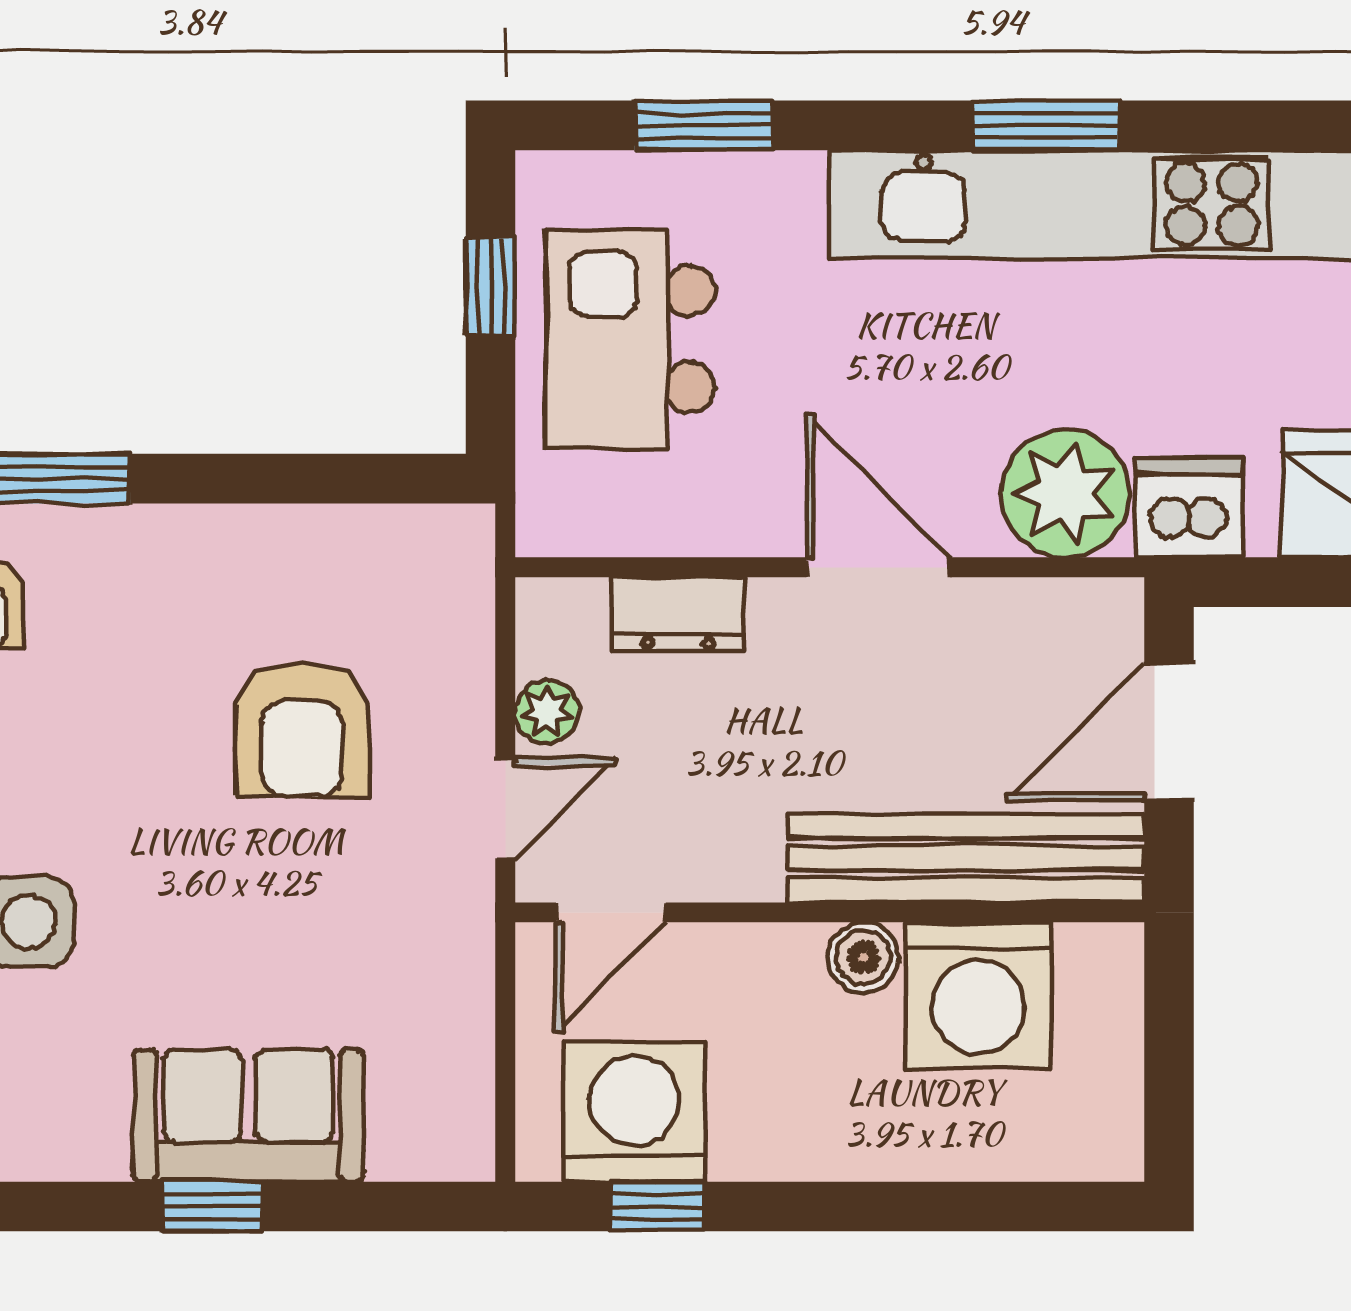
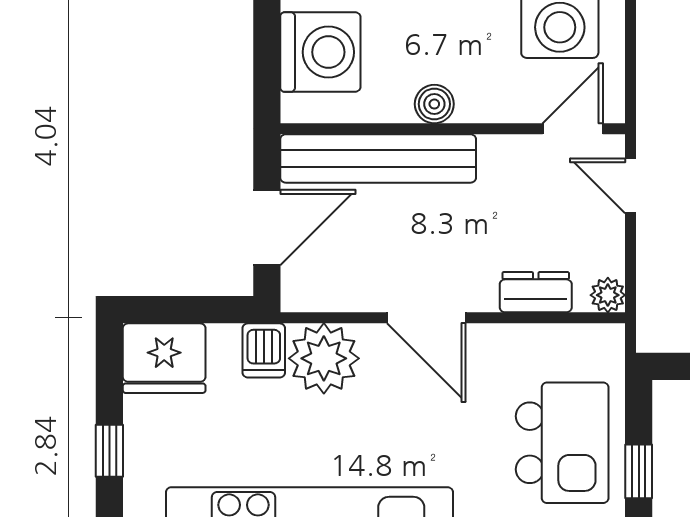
dishwasher: (1189, 508) -> (264, 350), width x0.73
plant: (547, 712) -> (608, 295), moved
door: (505, 808) -> (631, 186), hinge flipped
washing machine: (978, 995) -> (320, 52), moved, turned 90

